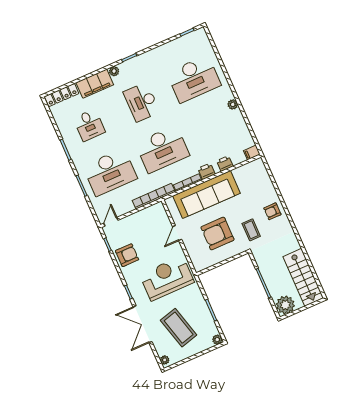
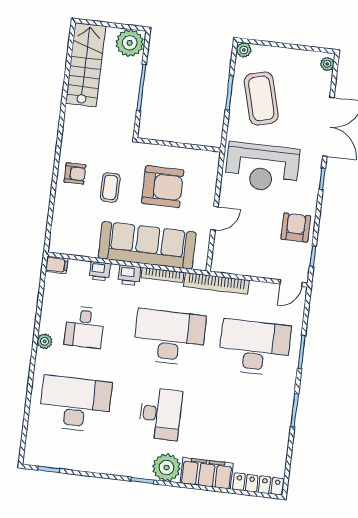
plant: (114, 71) -> (166, 468), width x1.87, depth x1.87
desk: (89, 125) -> (84, 327), moved, turned 180
coffee table: (251, 230) -> (110, 187), moved
armchair: (127, 255) -> (296, 228), turned 90
coffee table: (179, 328) -> (261, 98), moved

